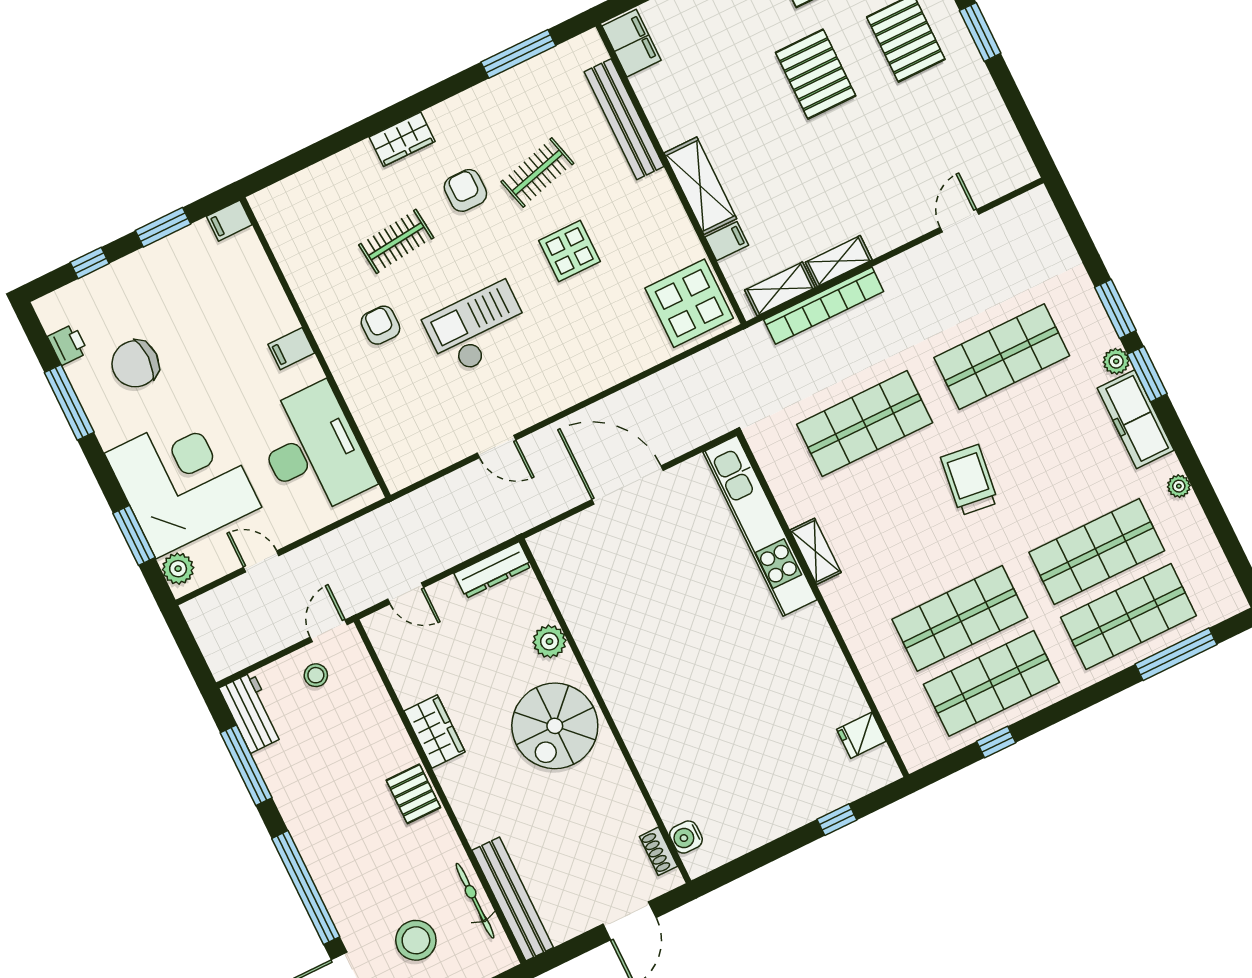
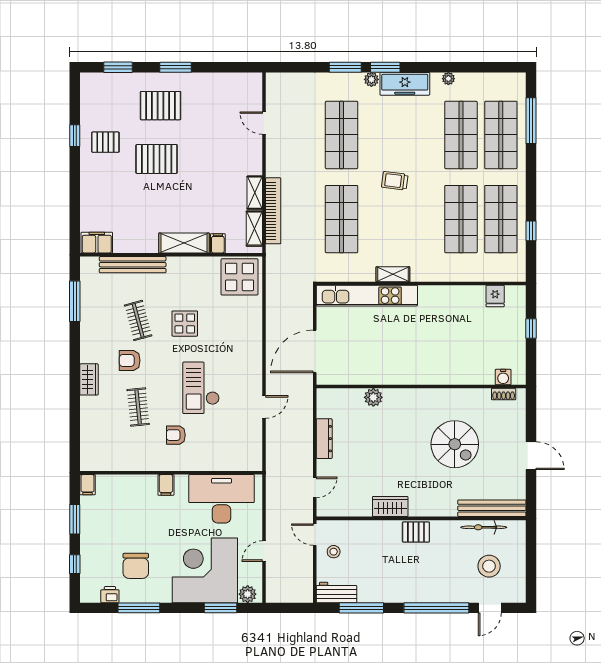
trolley: (969, 480) -> (395, 181), width x0.73, depth x0.72
plant: (549, 641) -> (373, 397), moved
wall: (605, 711) -> (421, 387), moved
spiral stairs: (555, 726) -> (455, 444), moved
water cooler: (686, 837) -> (503, 377), moved
shoe rack: (658, 851) -> (504, 394), moved

